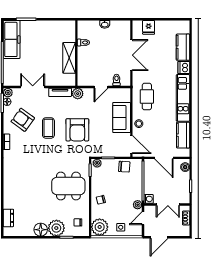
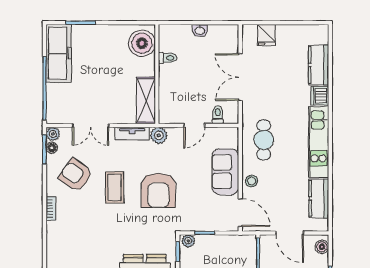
boiler: (67, 33) -> (142, 43), added
double door: (131, 55) -> (240, 77), swing flipped
shelving: (69, 58) -> (146, 100), moved
double door: (33, 87) -> (91, 125), swing flipped
chair: (124, 167) -> (229, 246), removed

